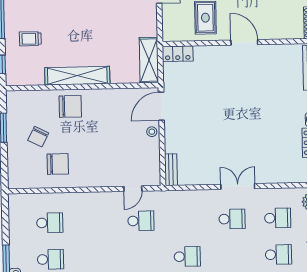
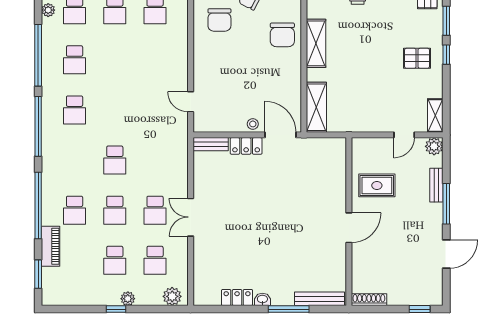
locker: (178, 54) -> (246, 146), moved, turned -90
shelving: (149, 60) -> (316, 107), moved, turned 90
shelving: (77, 76) -> (316, 43), width x0.68
double door: (238, 186) -> (191, 217), swing flipped
school desk: (141, 221) -> (115, 210), moved

